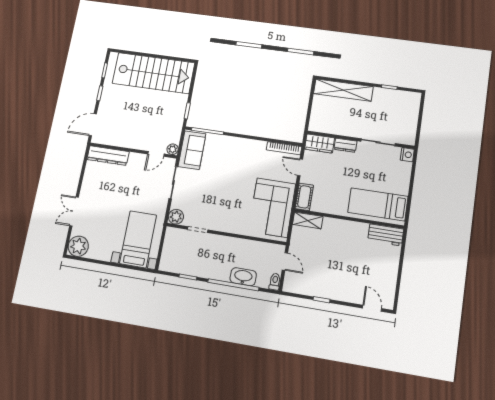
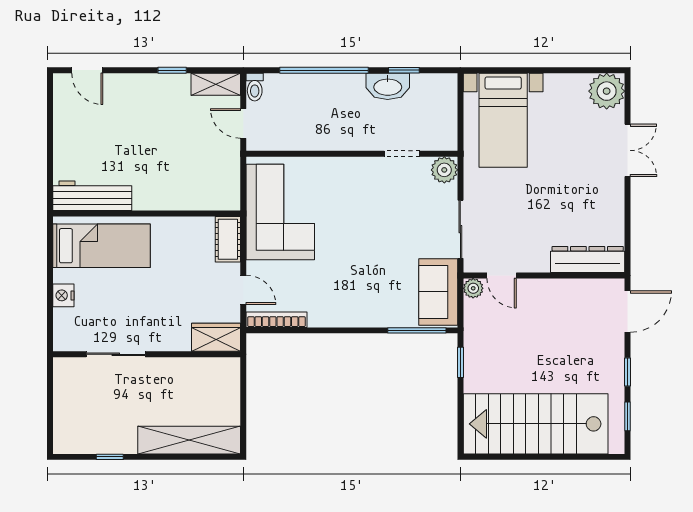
dresser: (345, 145) -> (171, 341), removed
door: (156, 154) -> (502, 275), swing flipped
nightstand: (407, 155) -> (63, 295), moved
shelving: (308, 220) -> (216, 84), moved
workbench: (386, 235) -> (92, 196), width x1.38
washbasin: (243, 277) -> (388, 86), moved

